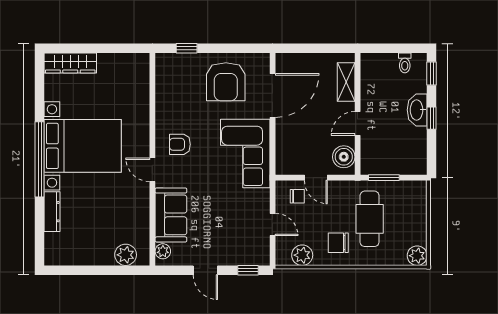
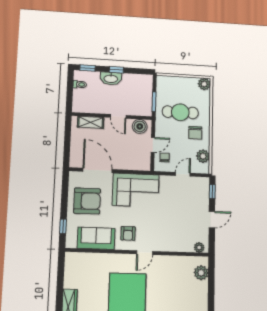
sofa: (171, 215) -> (96, 238), moved

